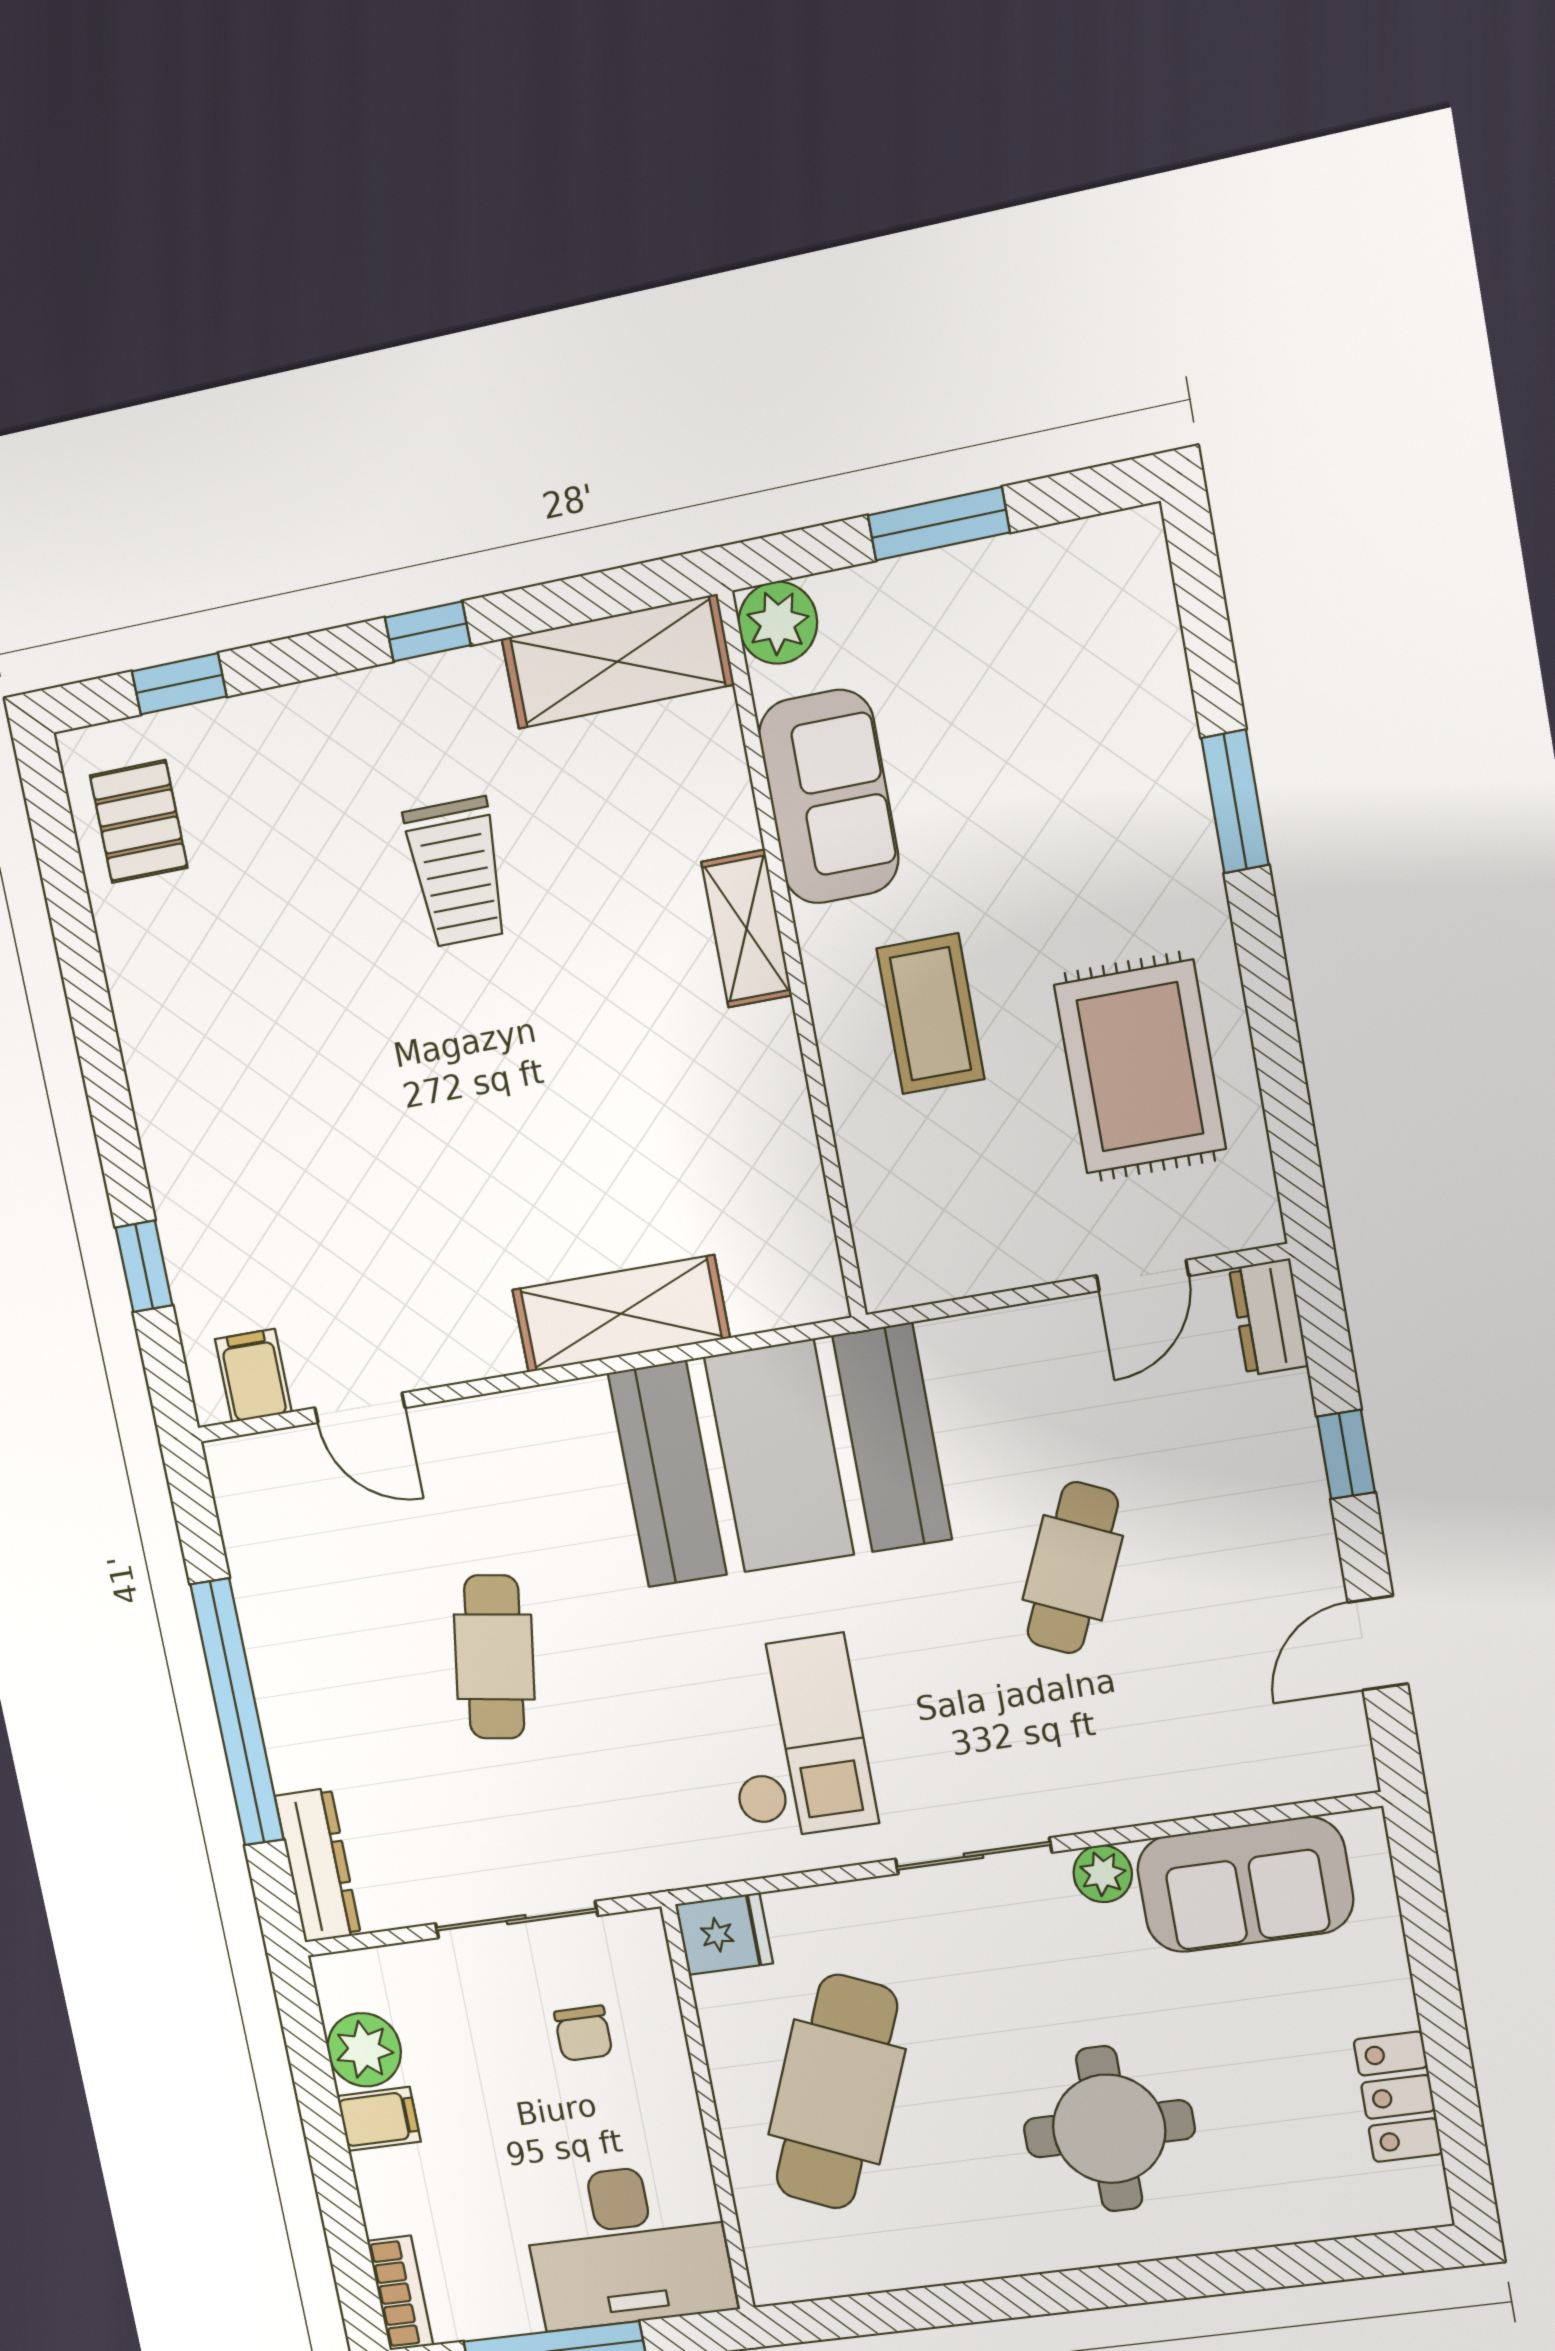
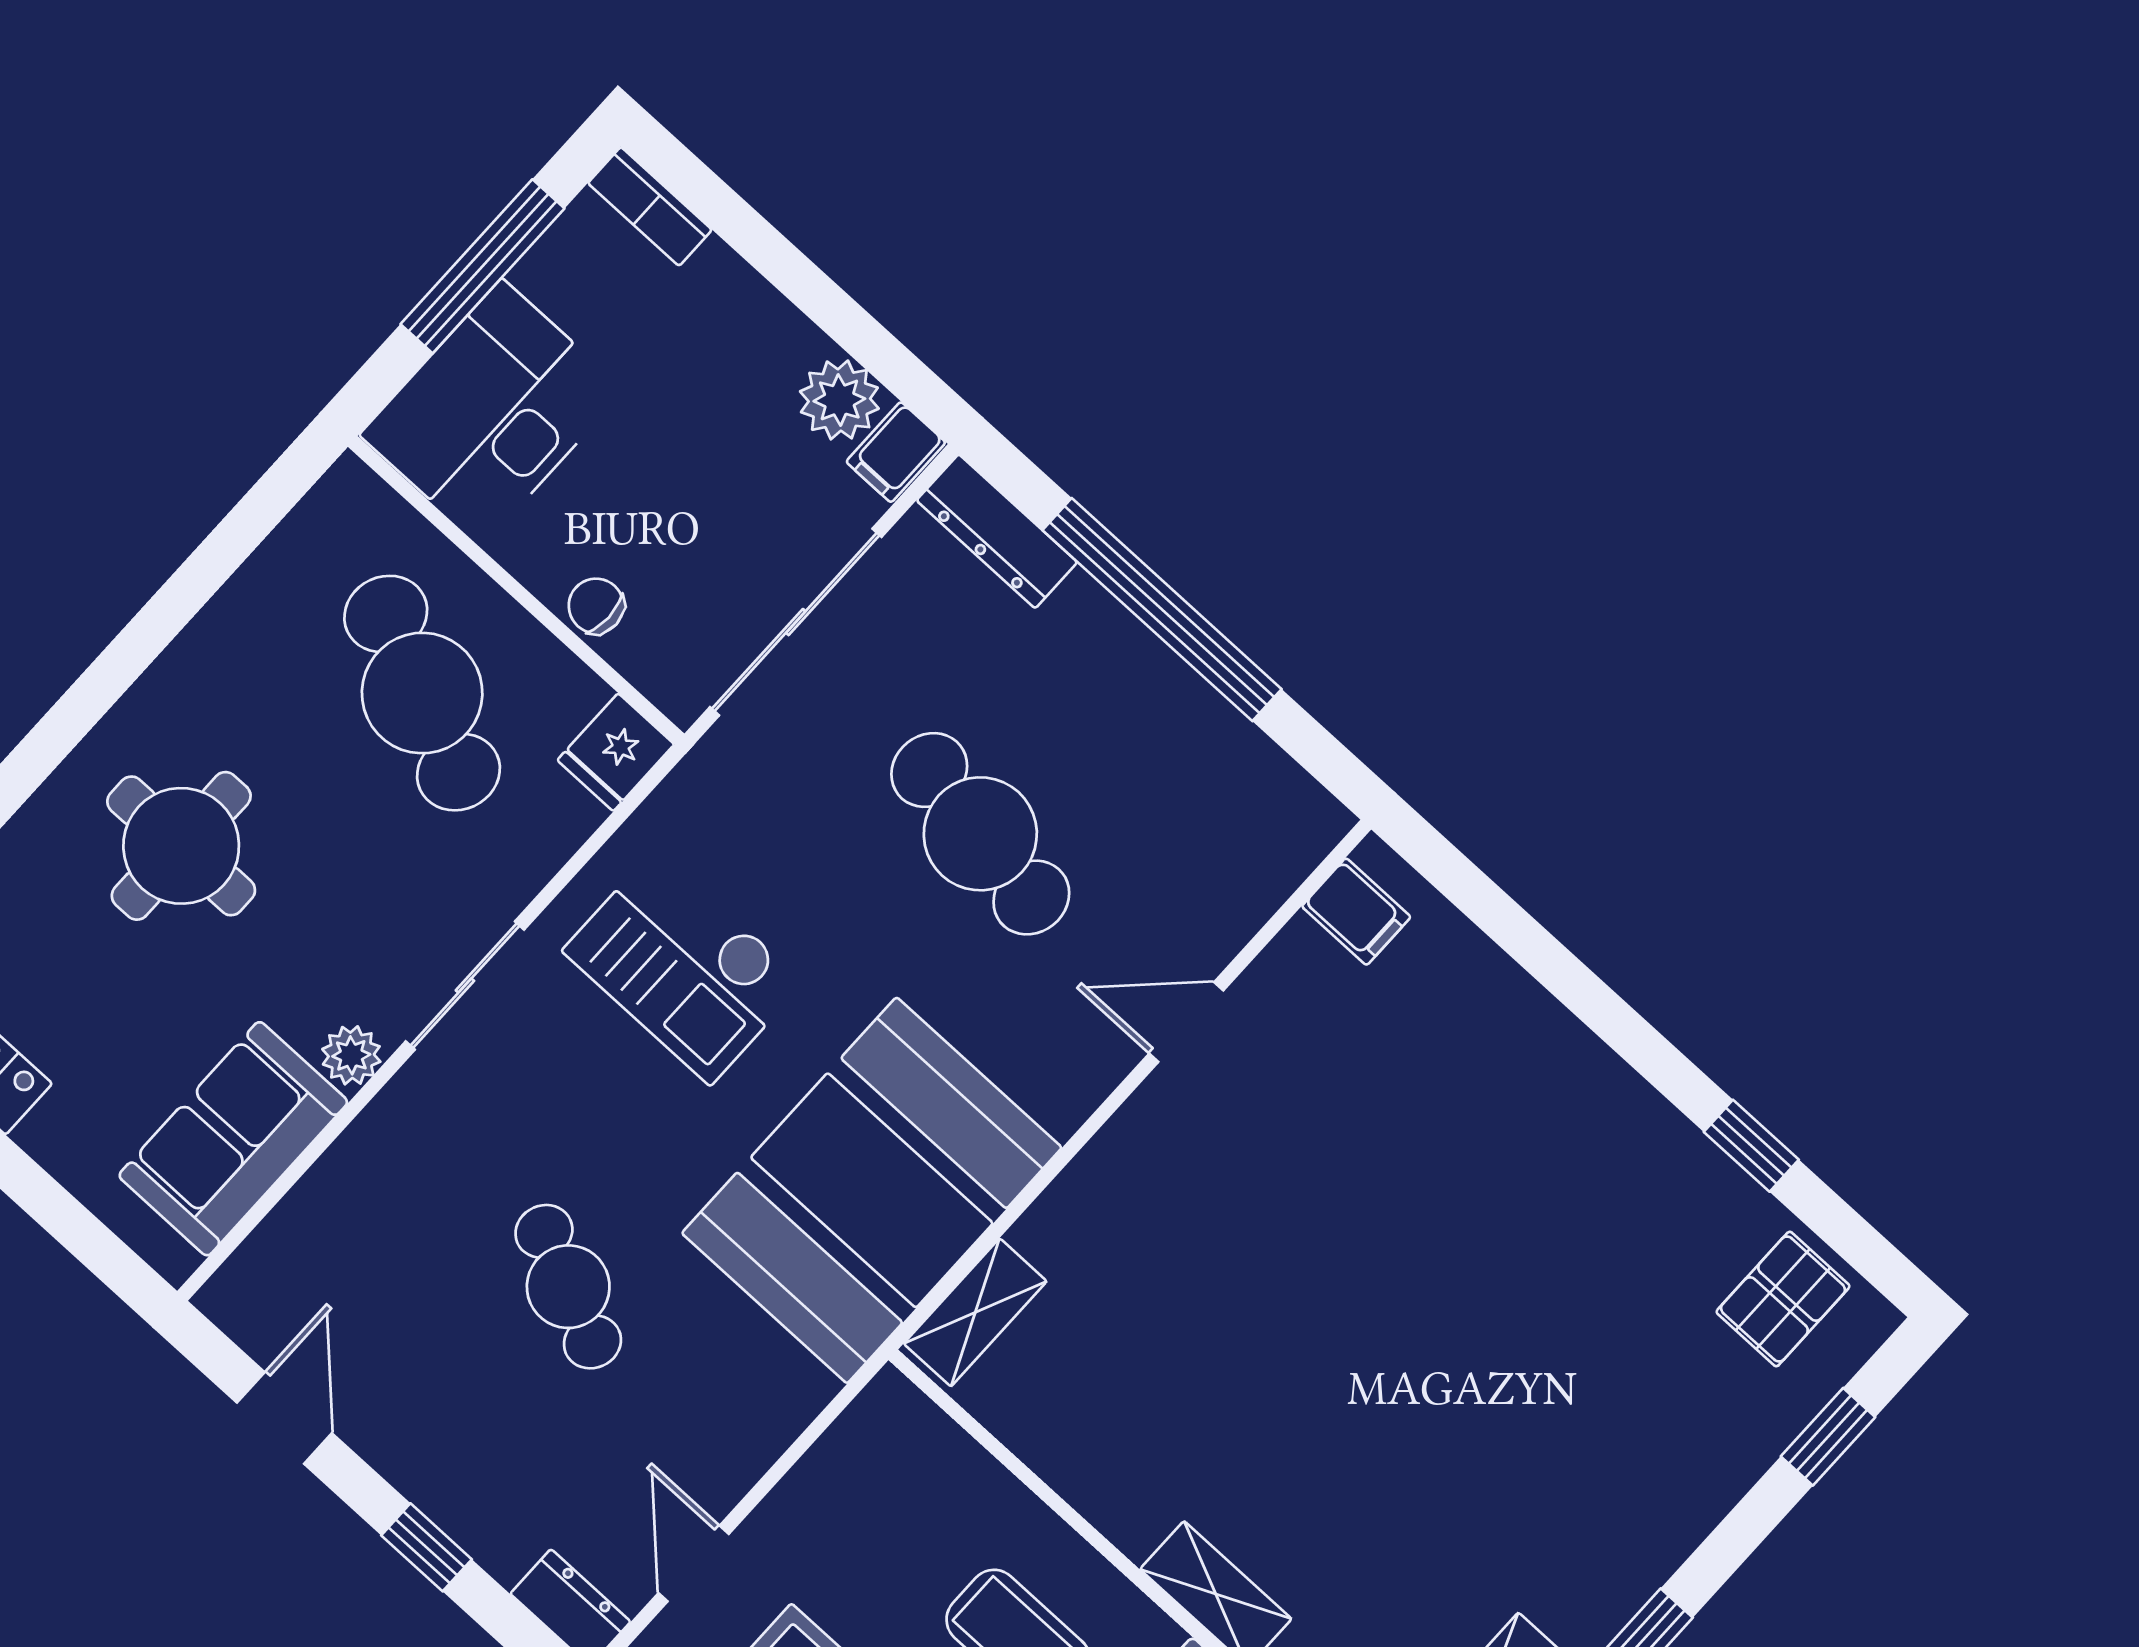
pallet: (139, 822) -> (1783, 1299), turned 90
trolley: (457, 872) -> (1486, 1460), removed
window: (144, 1266) -> (1751, 1146), moved
shelving: (621, 1314) -> (975, 1312), moved, width x0.67, depth x0.75
door: (360, 1408) -> (1186, 1022), moved
cafe table: (494, 1657) -> (980, 834), width x1.37, depth x1.35
sliding door: (516, 1920) -> (796, 622), width x1.37
chair: (583, 2033) -> (596, 606), moved
filing cabinet: (379, 2119) -> (896, 452), moved

